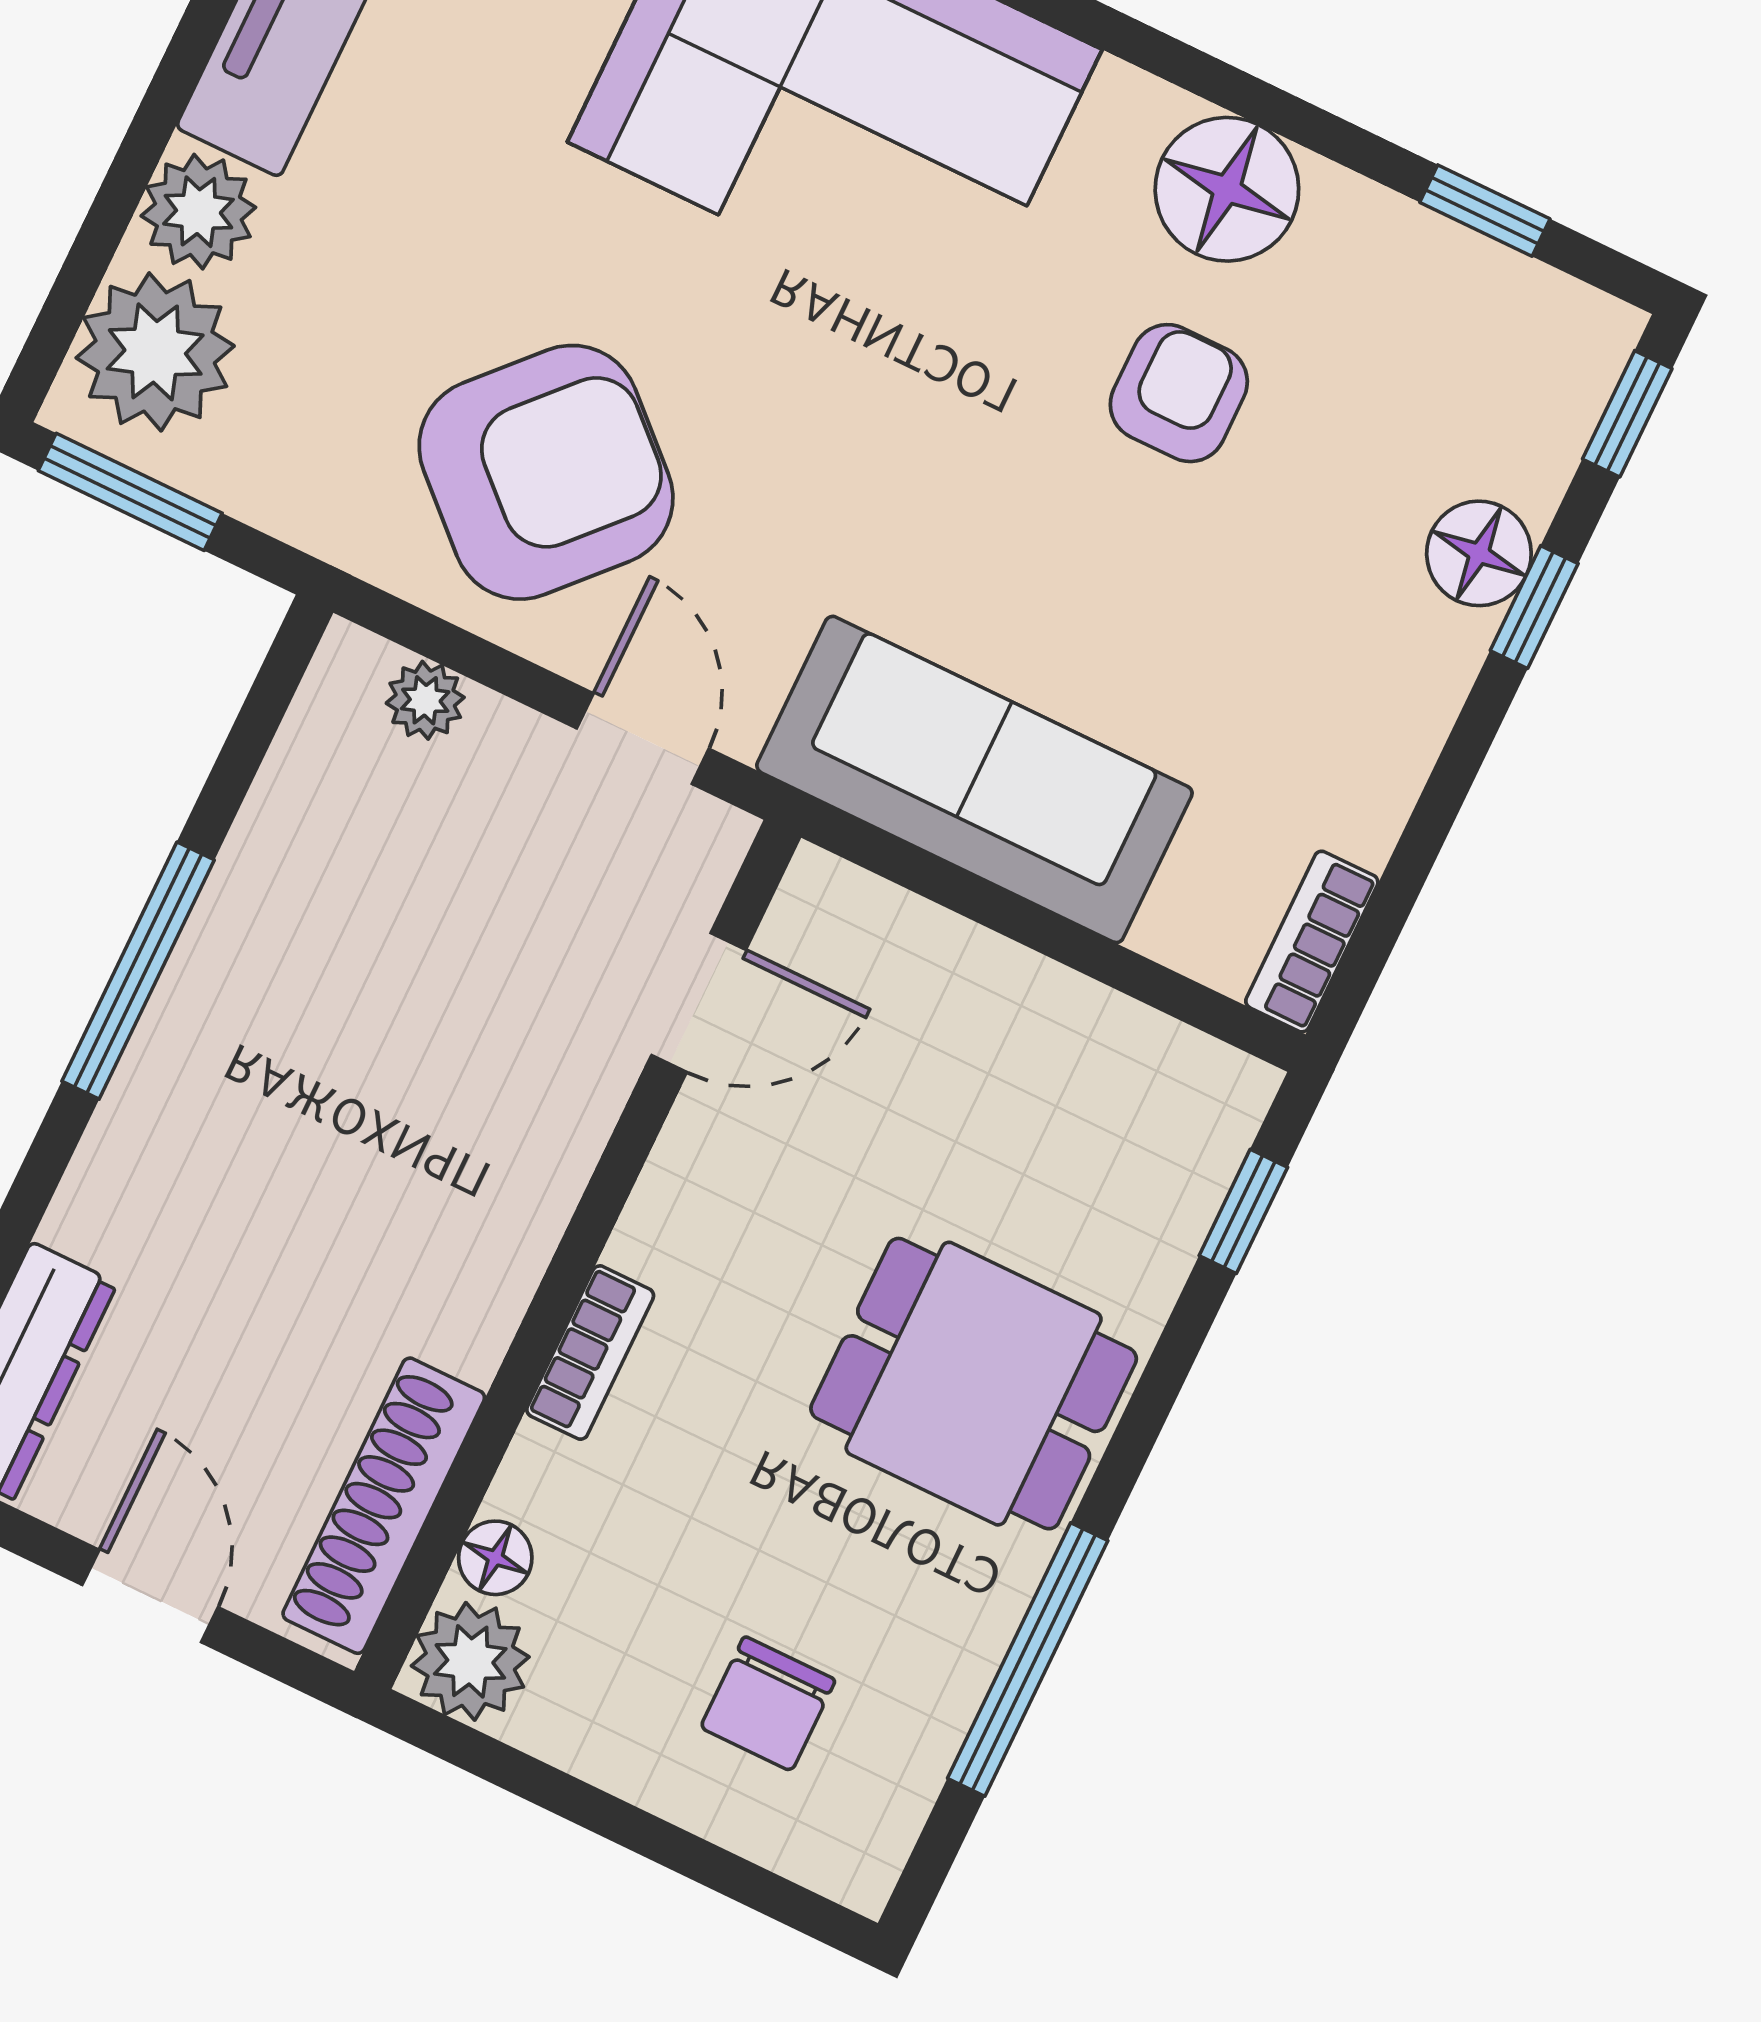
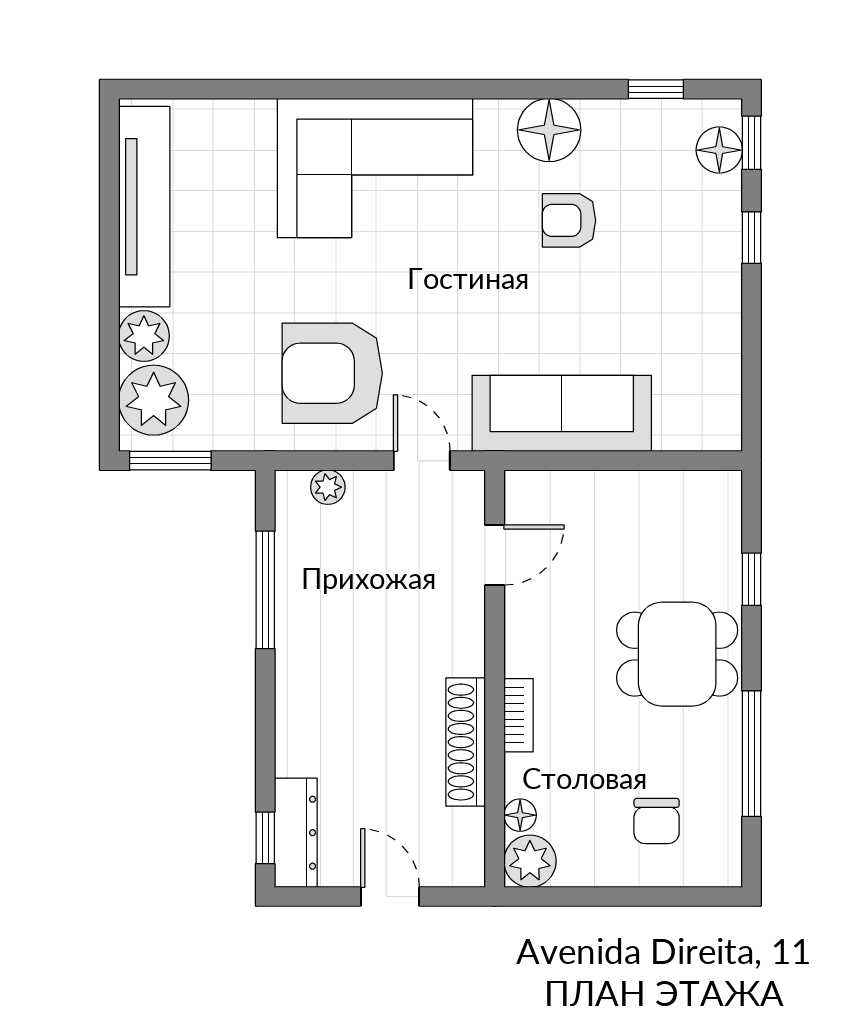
armchair: (1179, 393) -> (569, 220), turned -90
armchair: (546, 472) -> (332, 373), turned -133
floor lamp: (1479, 553) -> (719, 150), moved
bookcase: (1312, 942) -> (727, 413), removed
window: (138, 971) -> (265, 590), moved
window: (1243, 1211) -> (752, 579), moved
shoe rack: (384, 1506) -> (466, 742), moved

